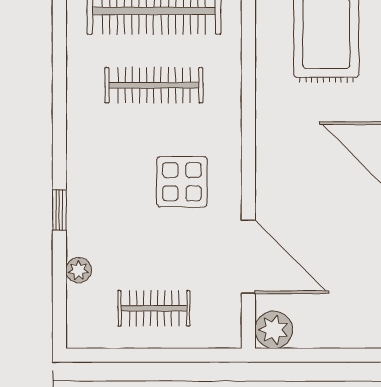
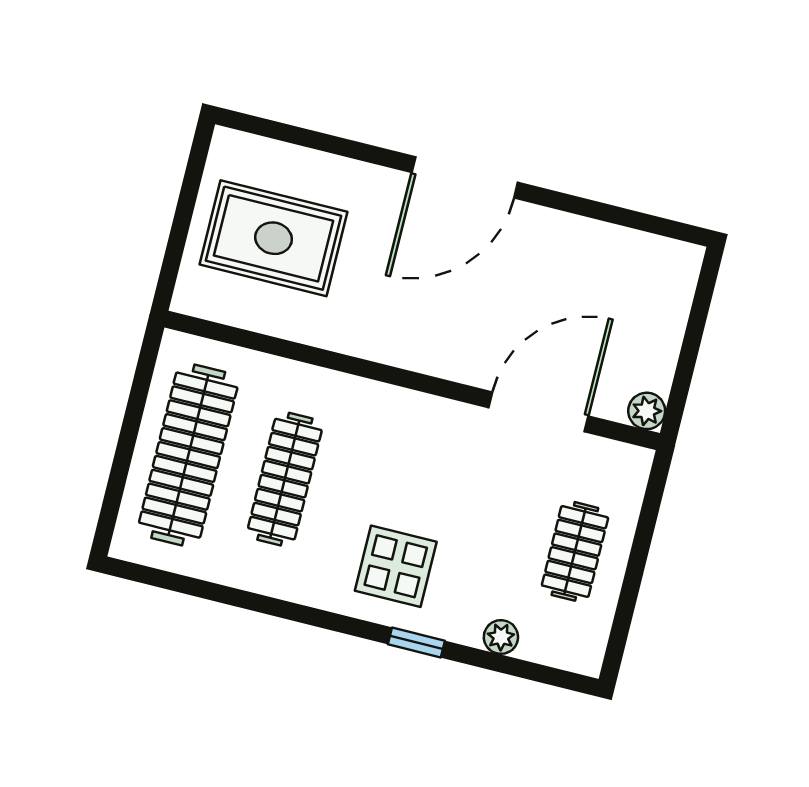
display table: (182, 182) -> (396, 566), moved
plant: (274, 330) -> (647, 411), width x0.73, depth x0.73

